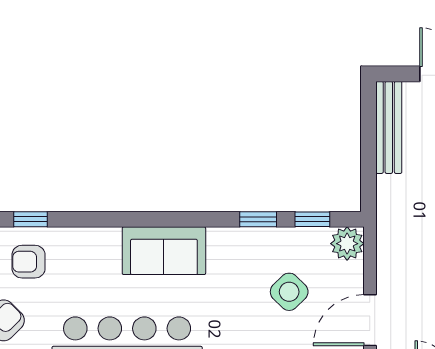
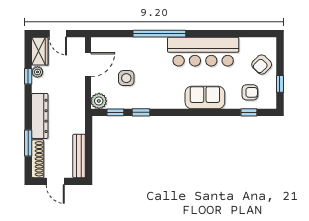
sofa: (164, 251) -> (205, 98), moved
side table: (289, 292) -> (126, 78), turned 45

